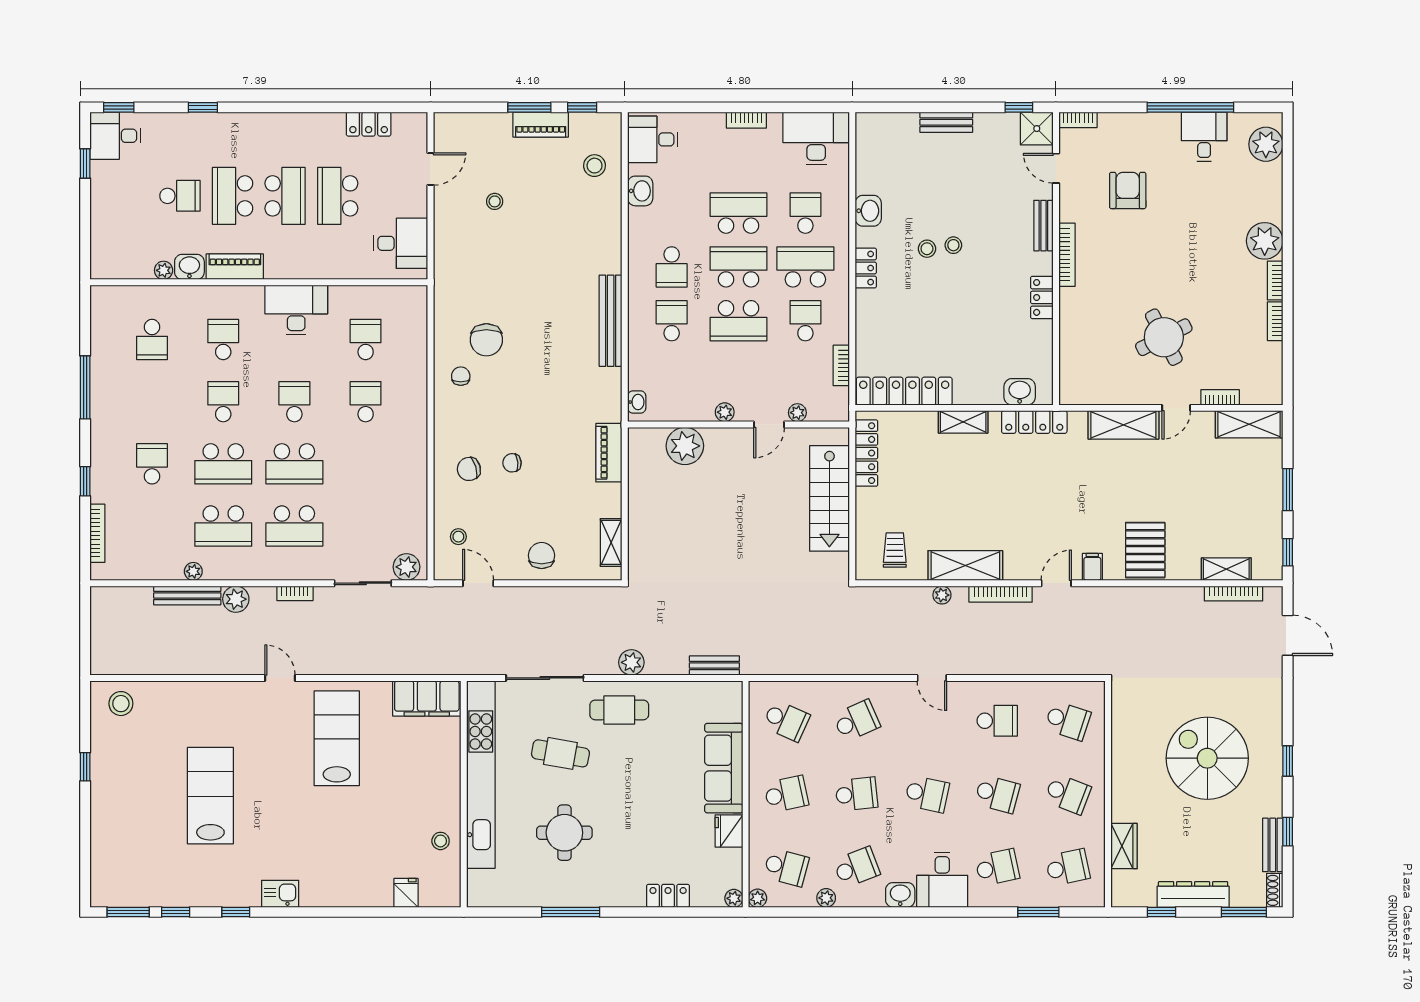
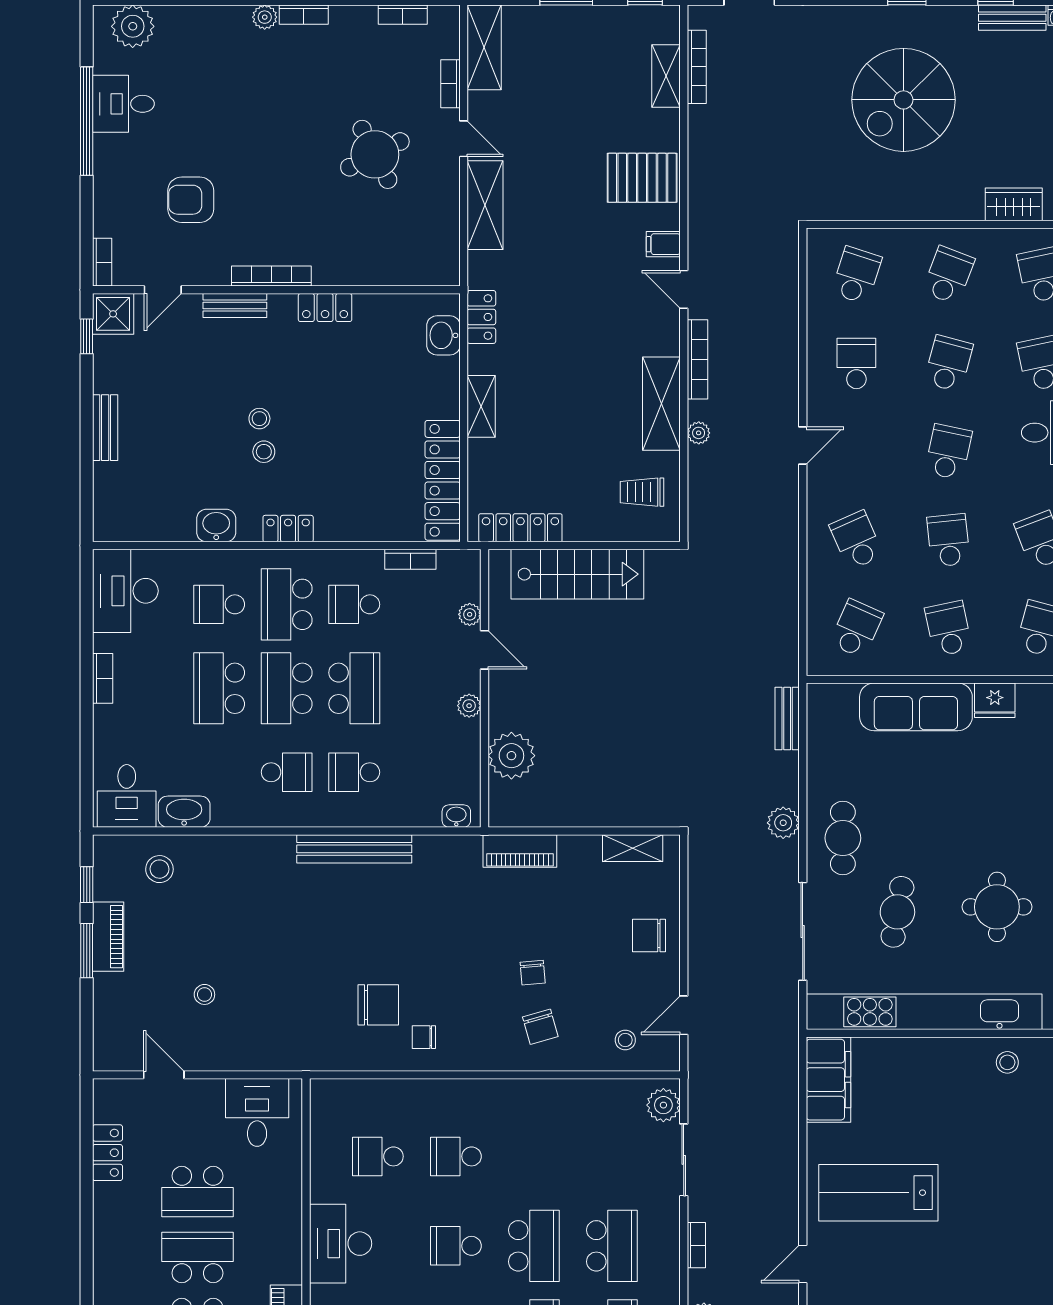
washbasin: (640, 191) -> (184, 812), width x1.38
plant: (1265, 241) -> (265, 17), width x0.53, depth x0.53
bookcase: (1275, 321) -> (403, 15), moved
locker: (1034, 422) -> (481, 317), width x0.66

